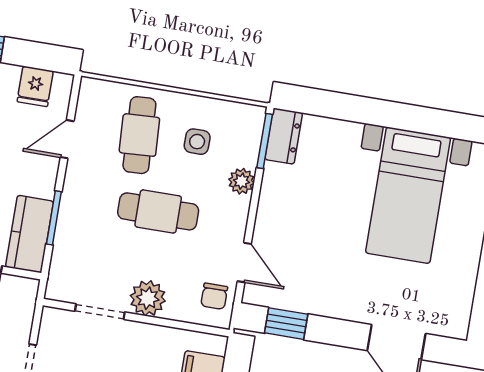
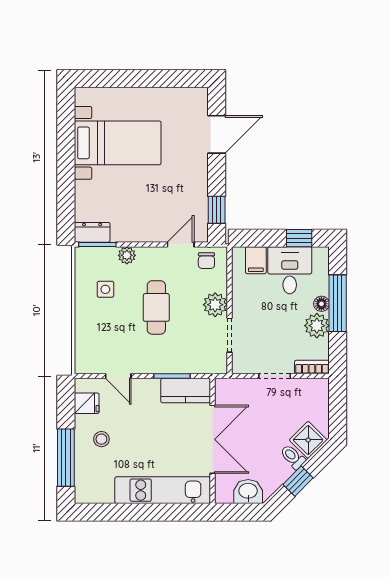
cafe table: (139, 135) -> (108, 328), removed
chair: (214, 296) -> (206, 261), turned 90

